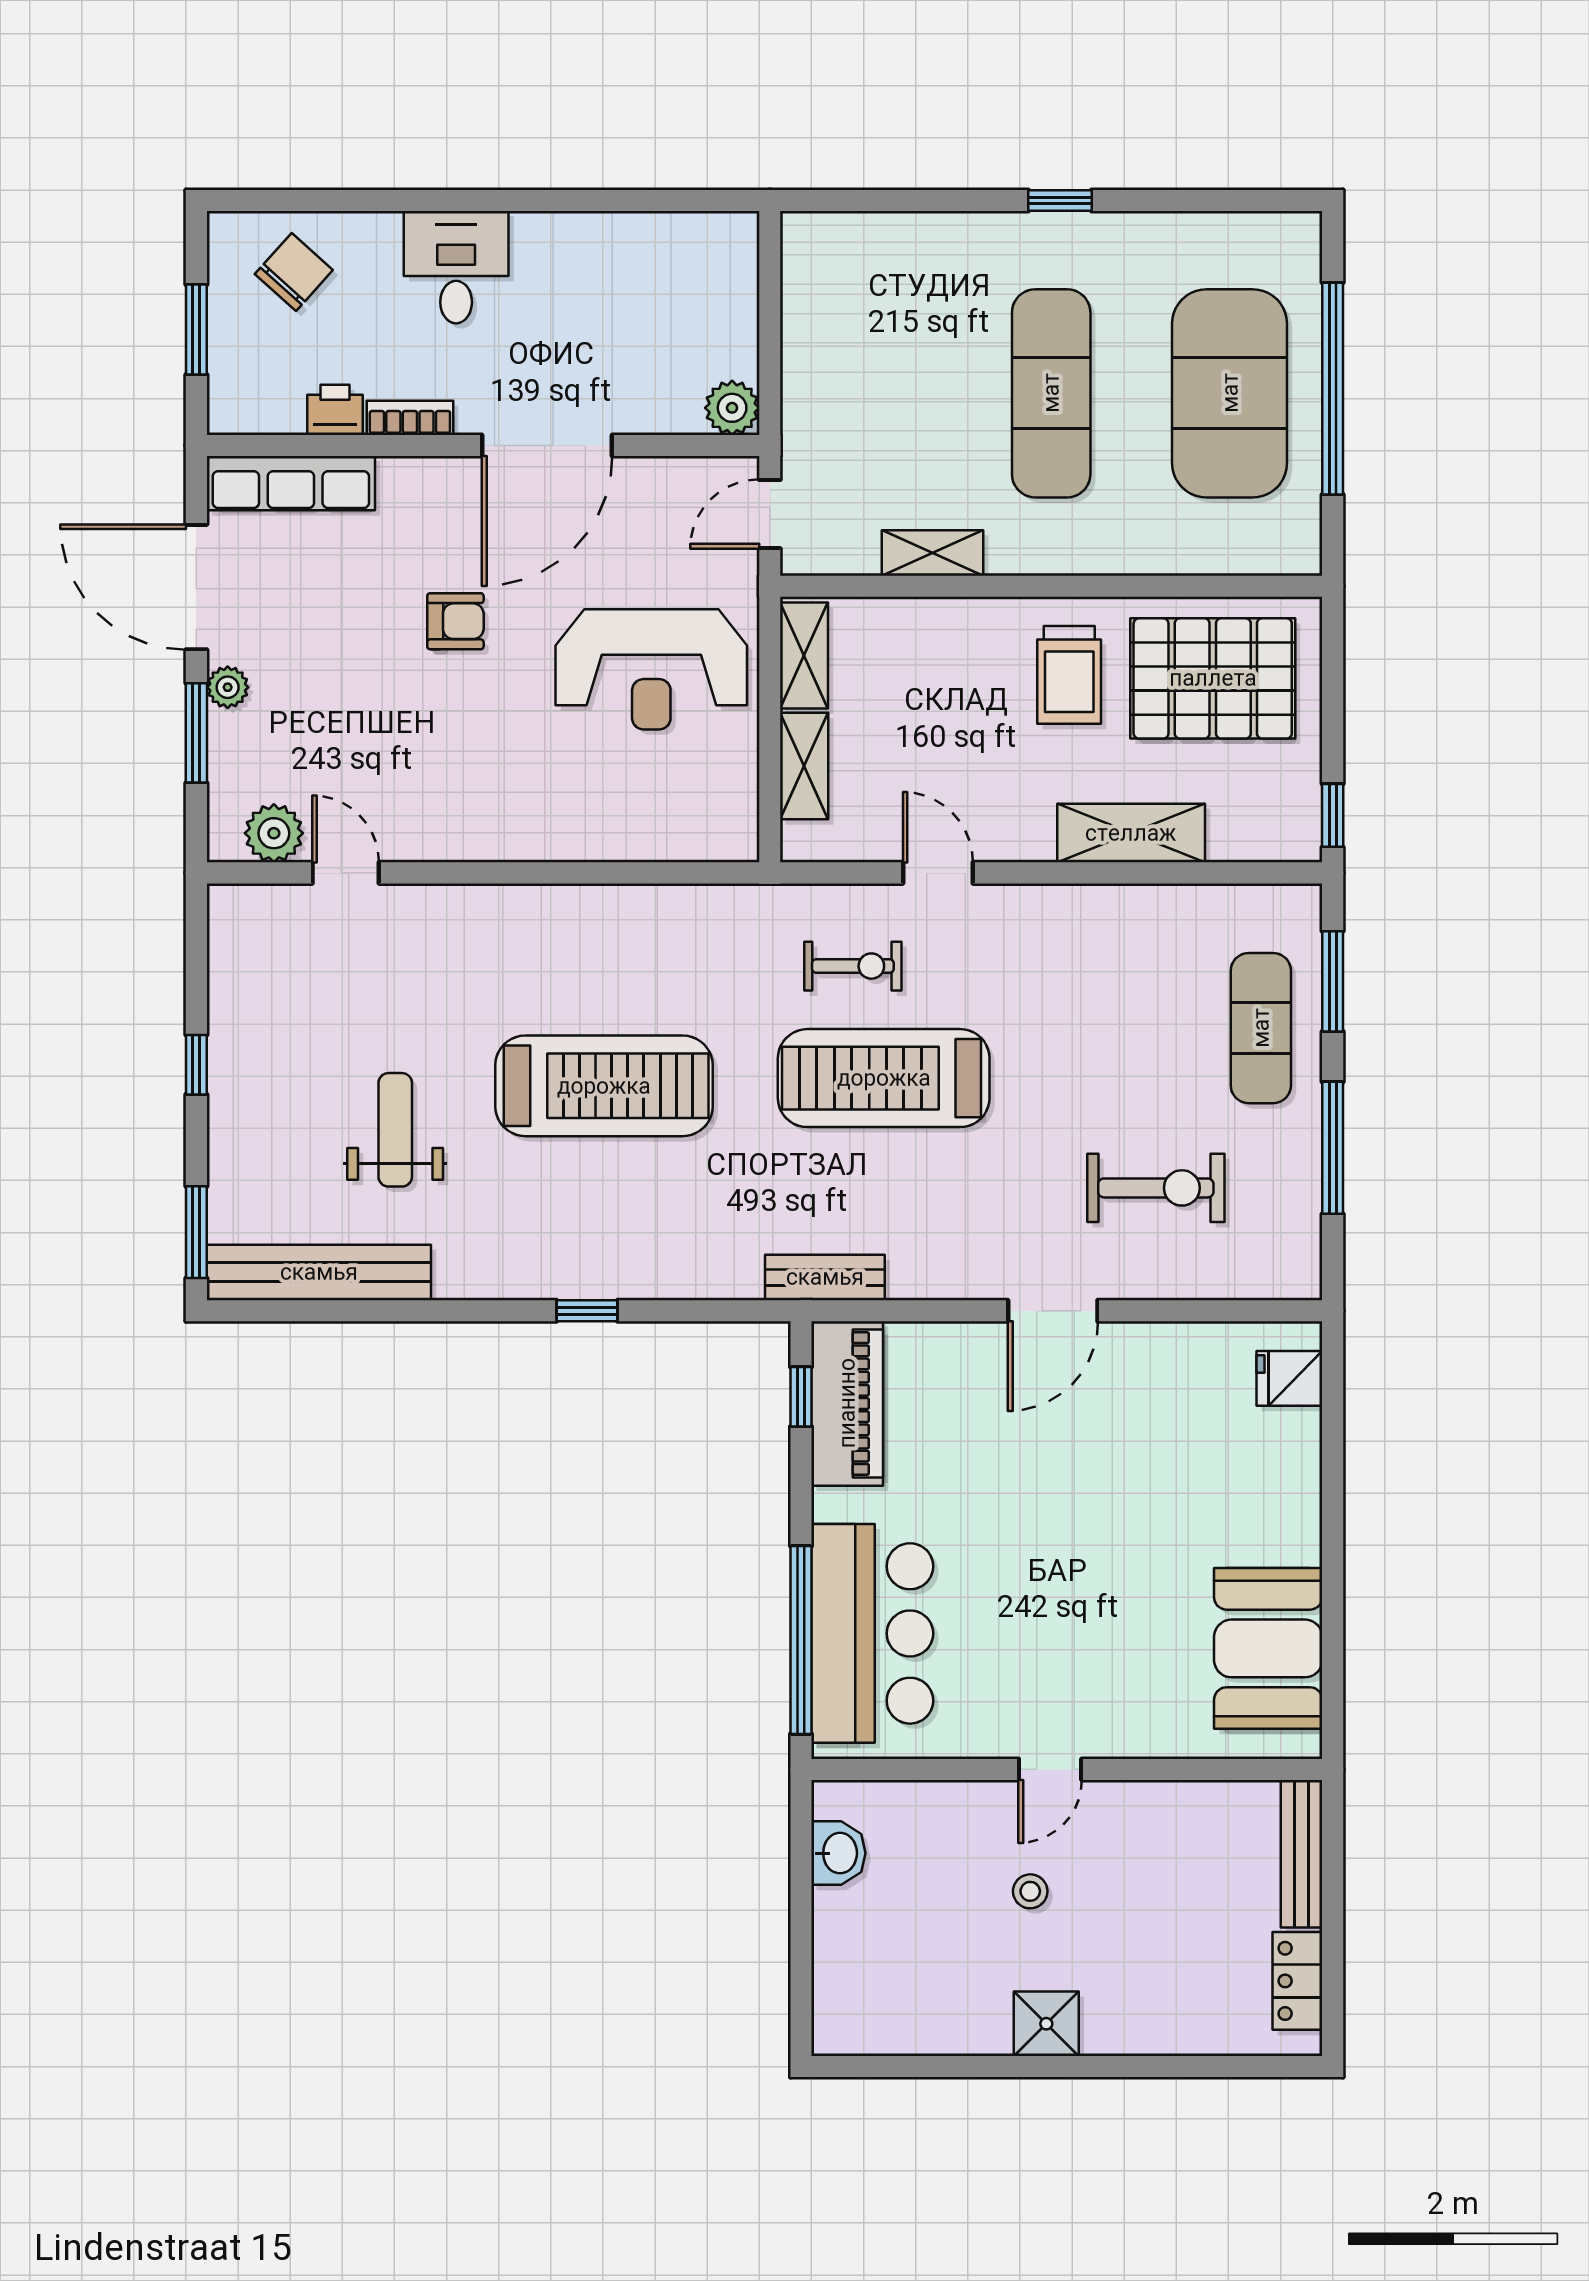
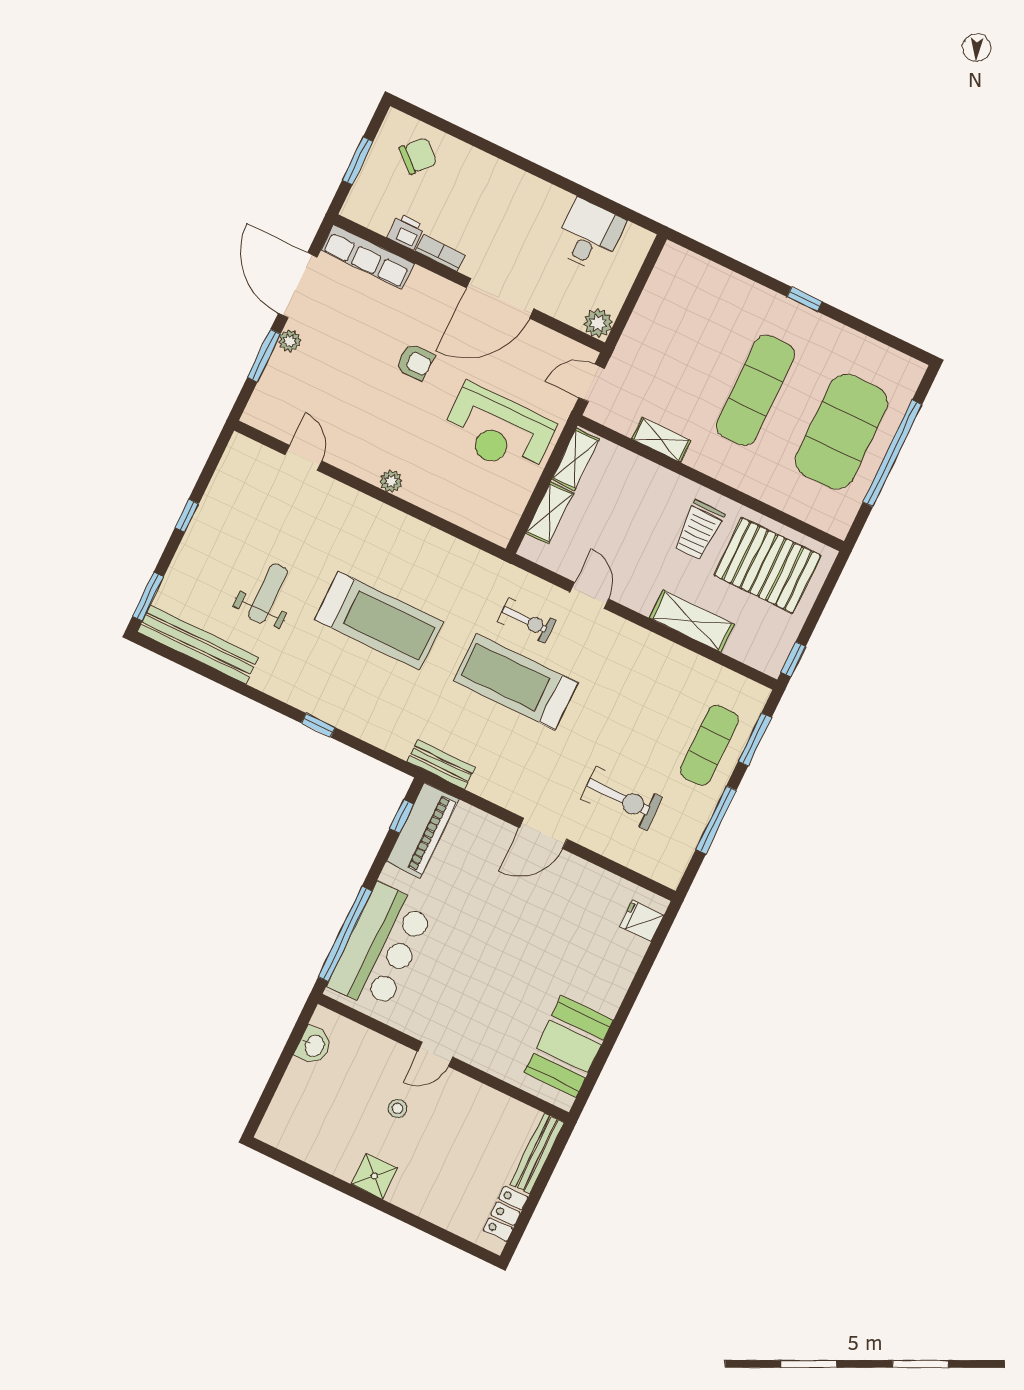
desk: (456, 267) -> (589, 235), moved
plant: (274, 833) -> (391, 481), moved, width x0.73, depth x0.73

